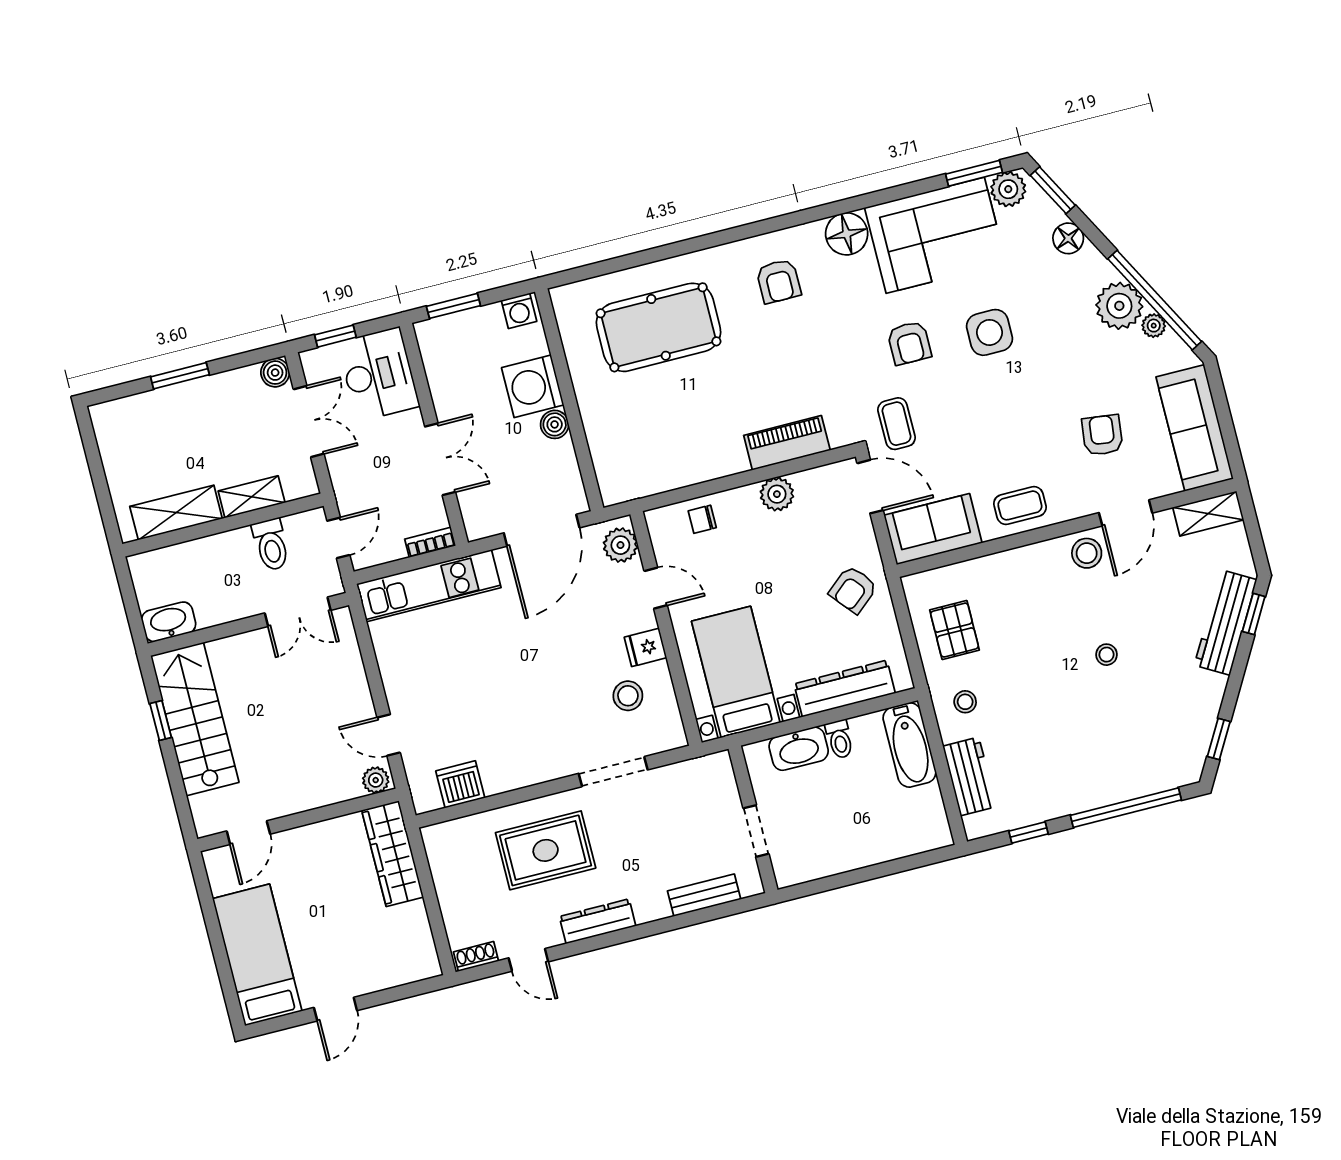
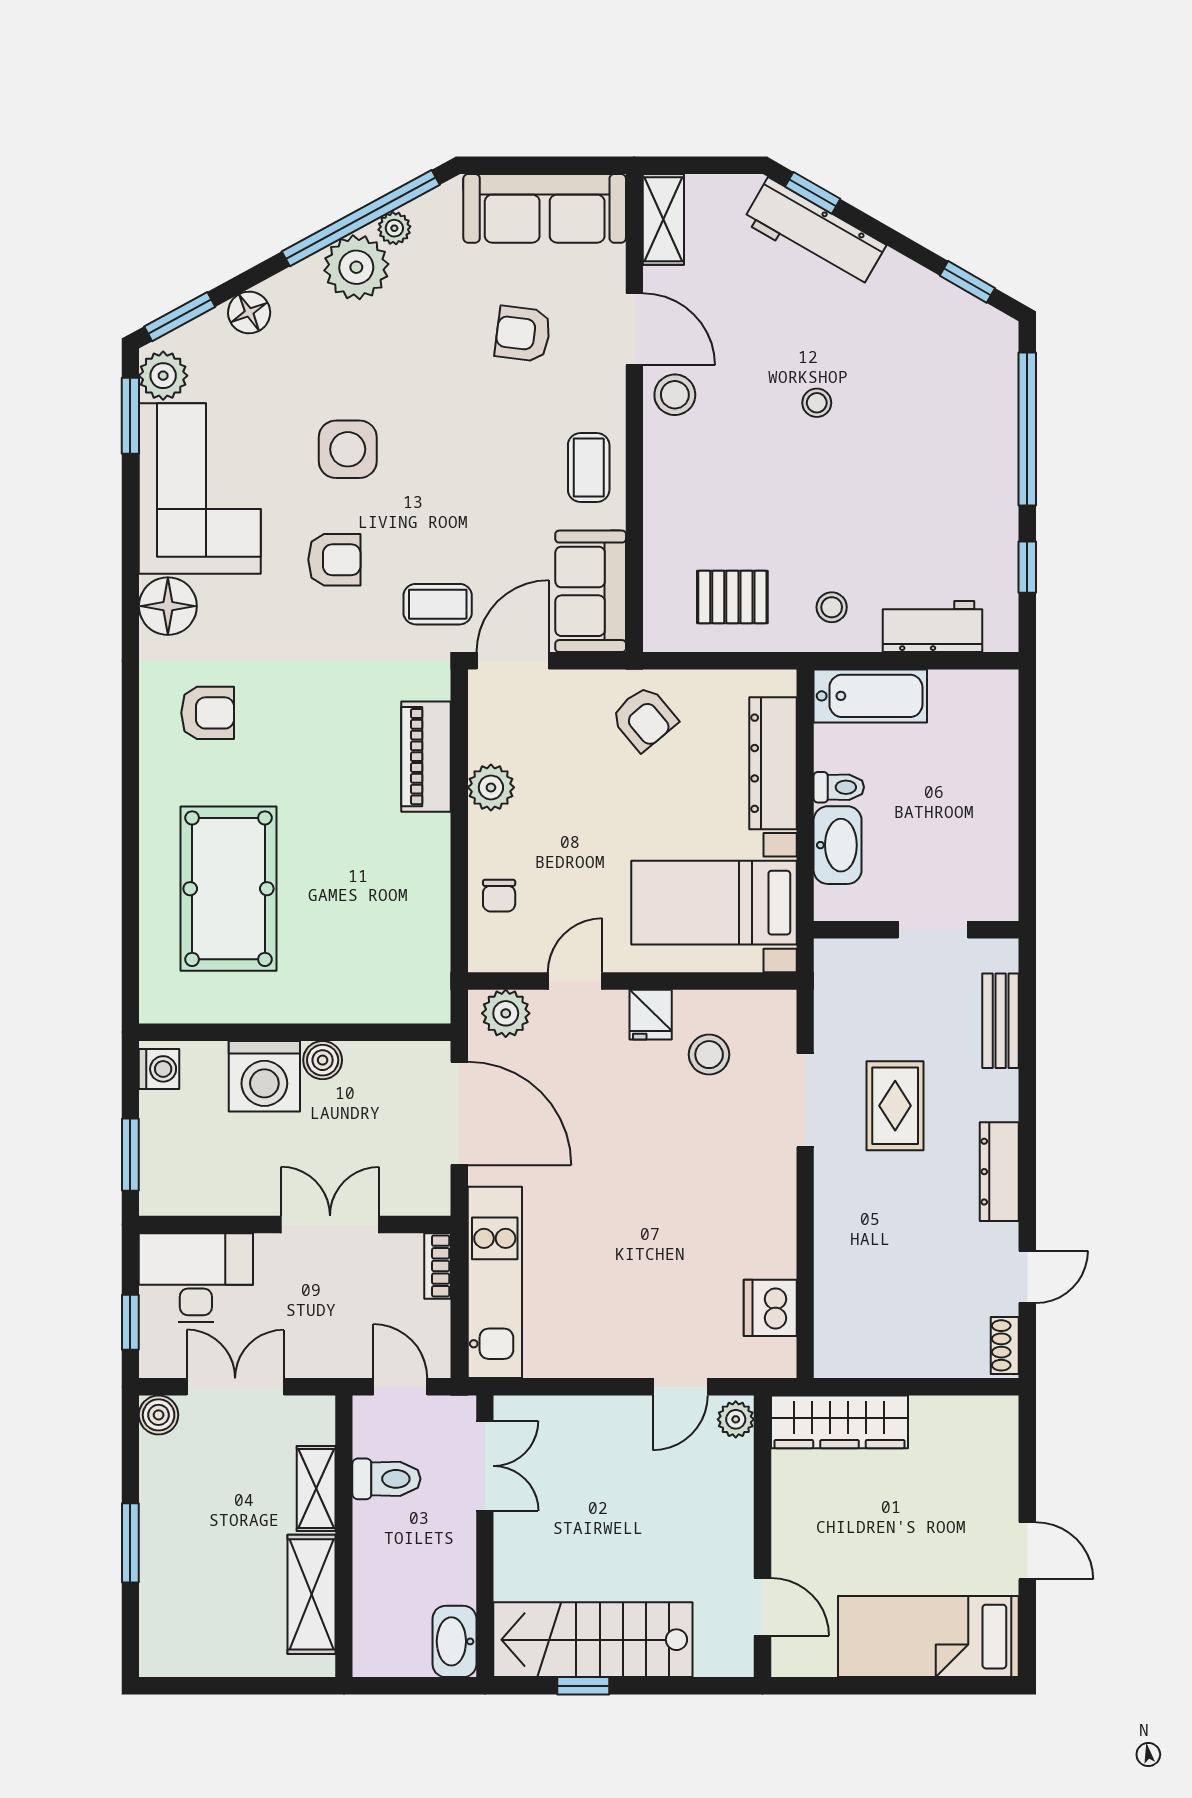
rug: (546, 850) -> (895, 1106), moved, width x0.73, depth x0.70

